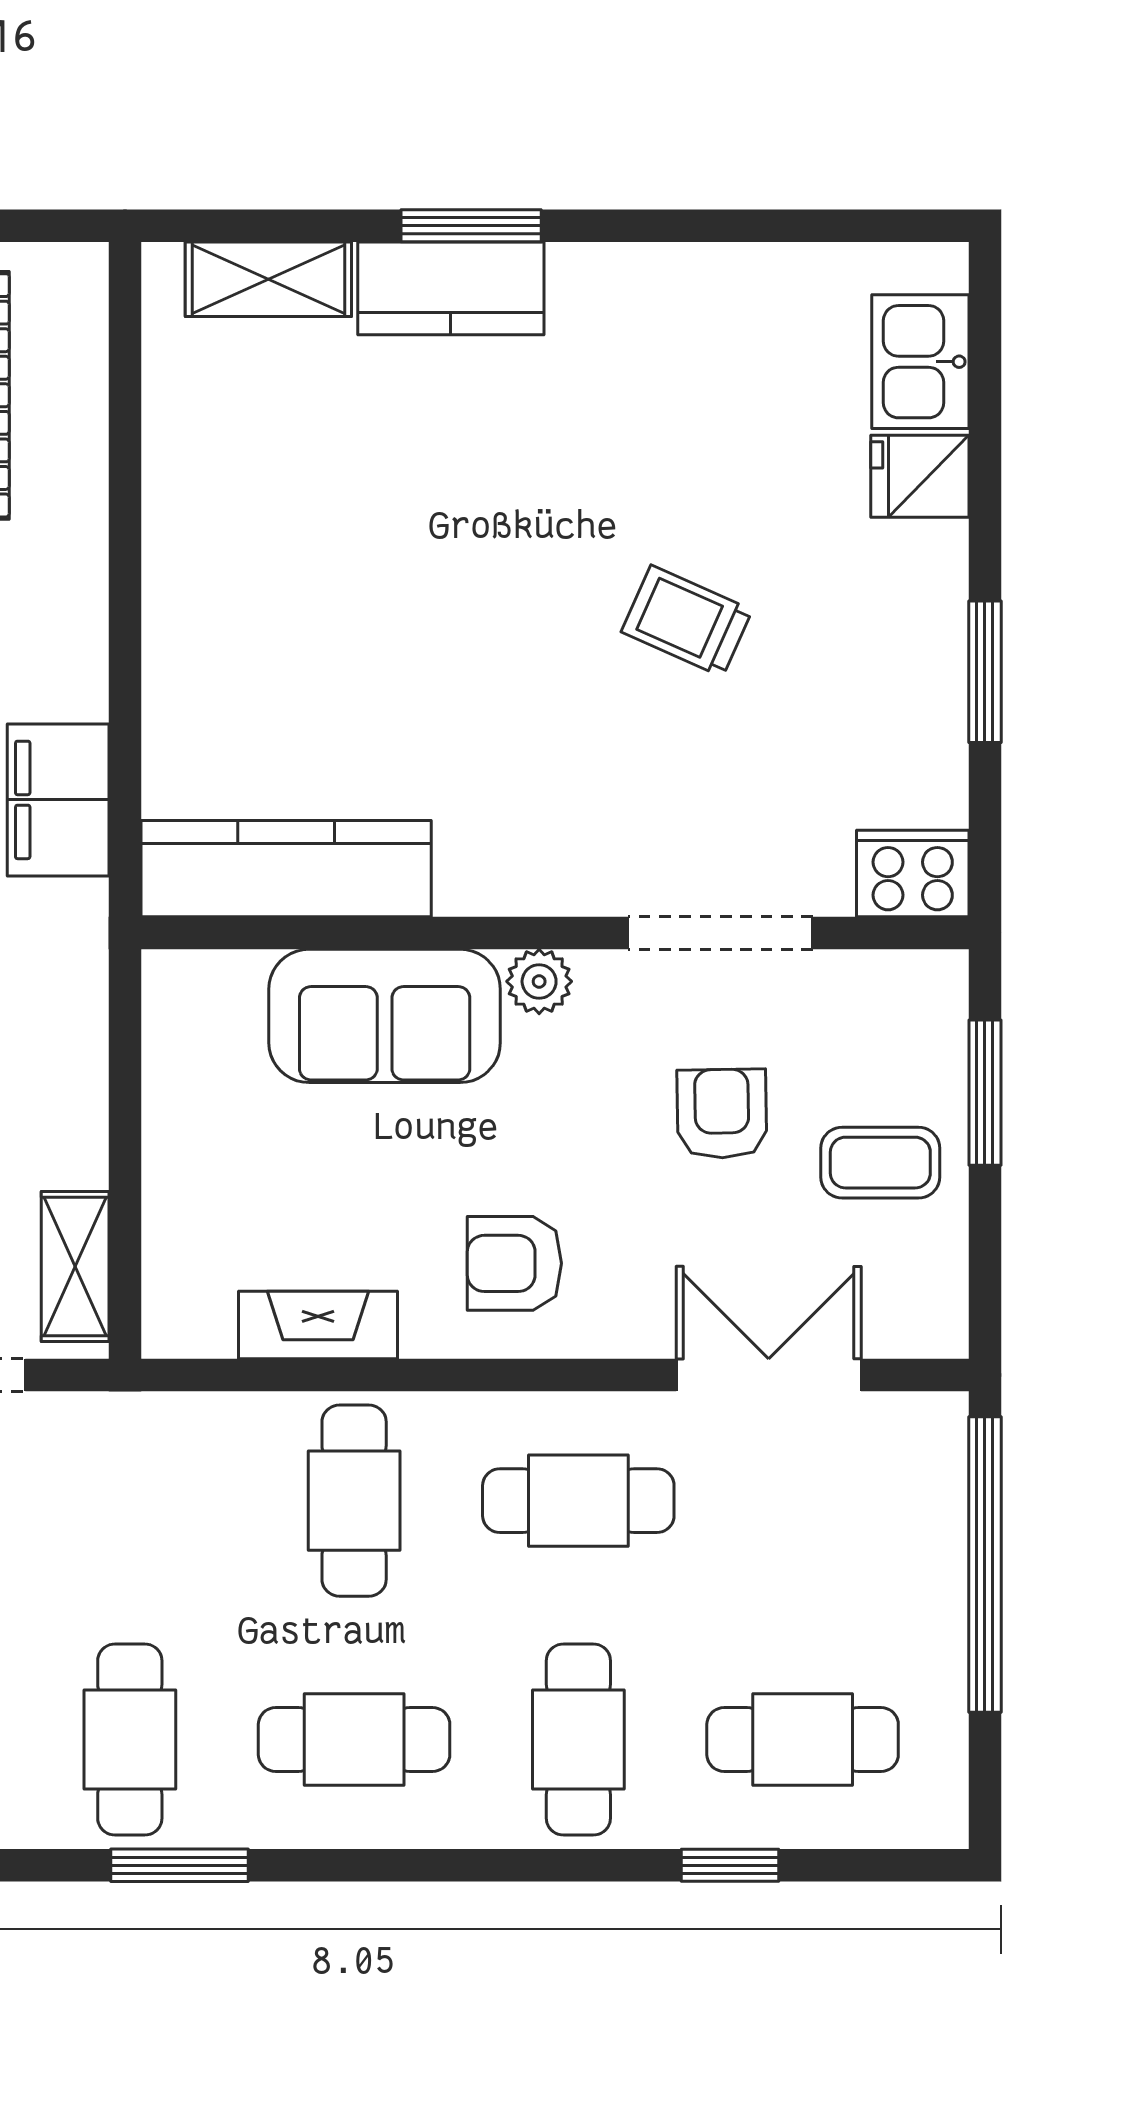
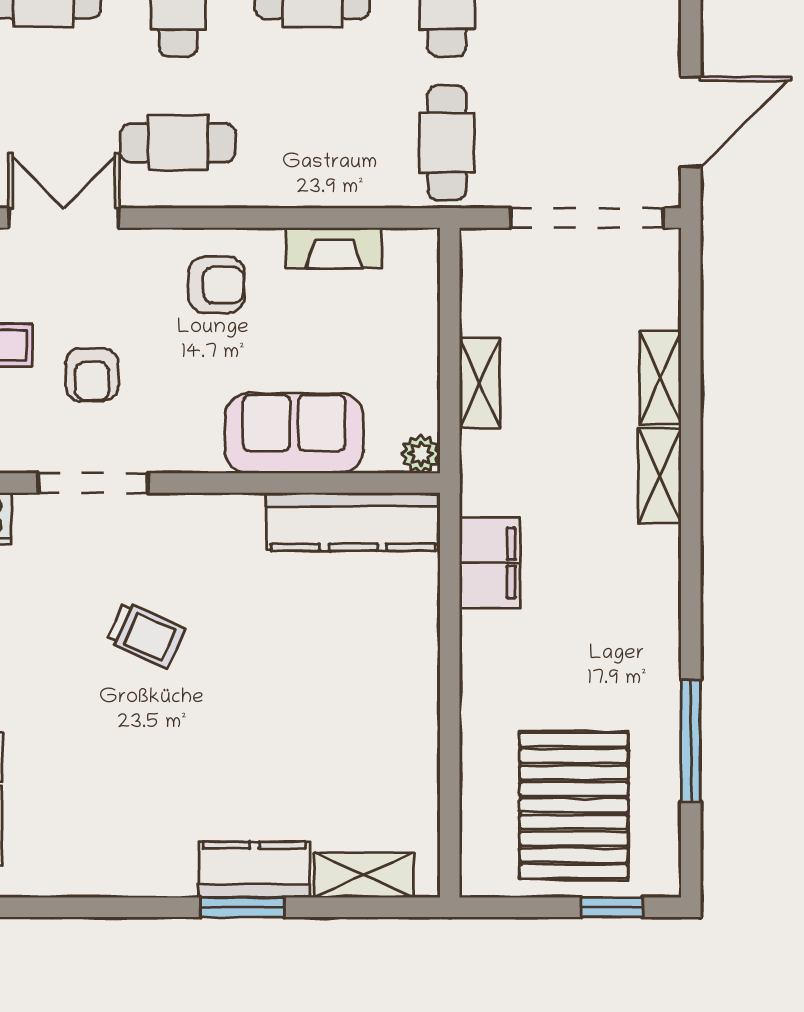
trolley: (687, 621) -> (146, 635), moved
plant: (539, 981) -> (421, 454), moved
shelving: (75, 1266) -> (480, 383), moved
double door: (769, 1375) -> (64, 218), swing flipped
cafe table: (354, 1501) -> (447, 143), moved

